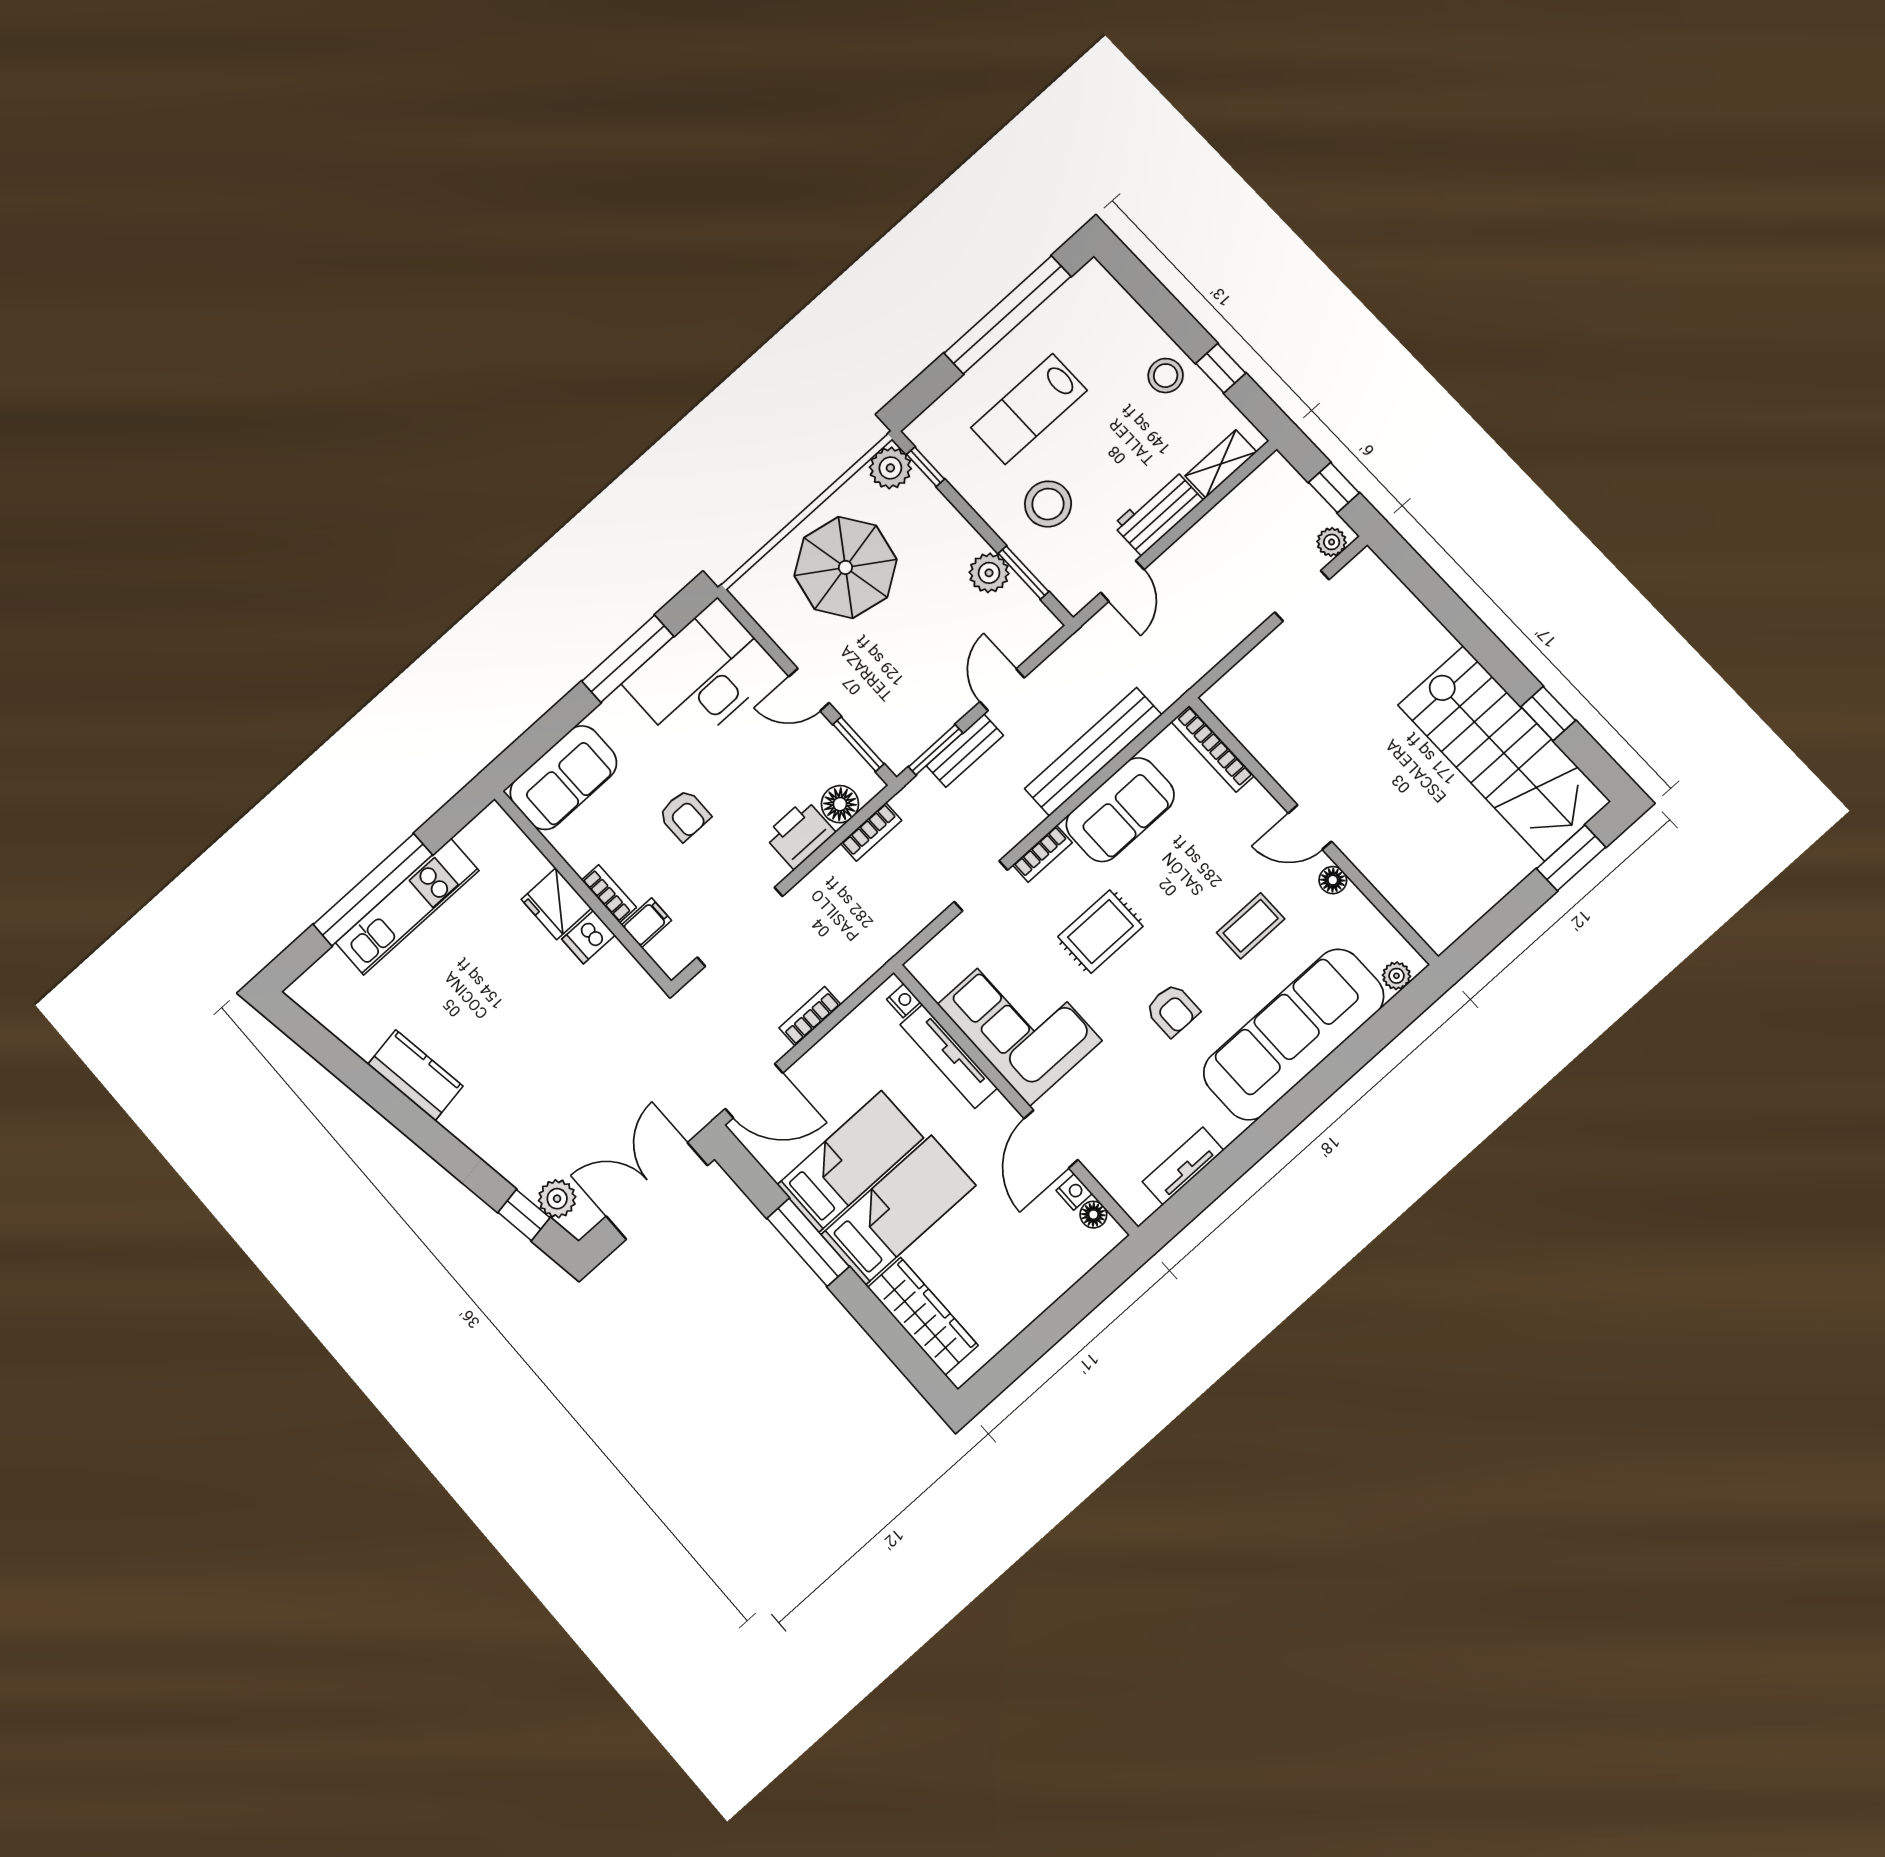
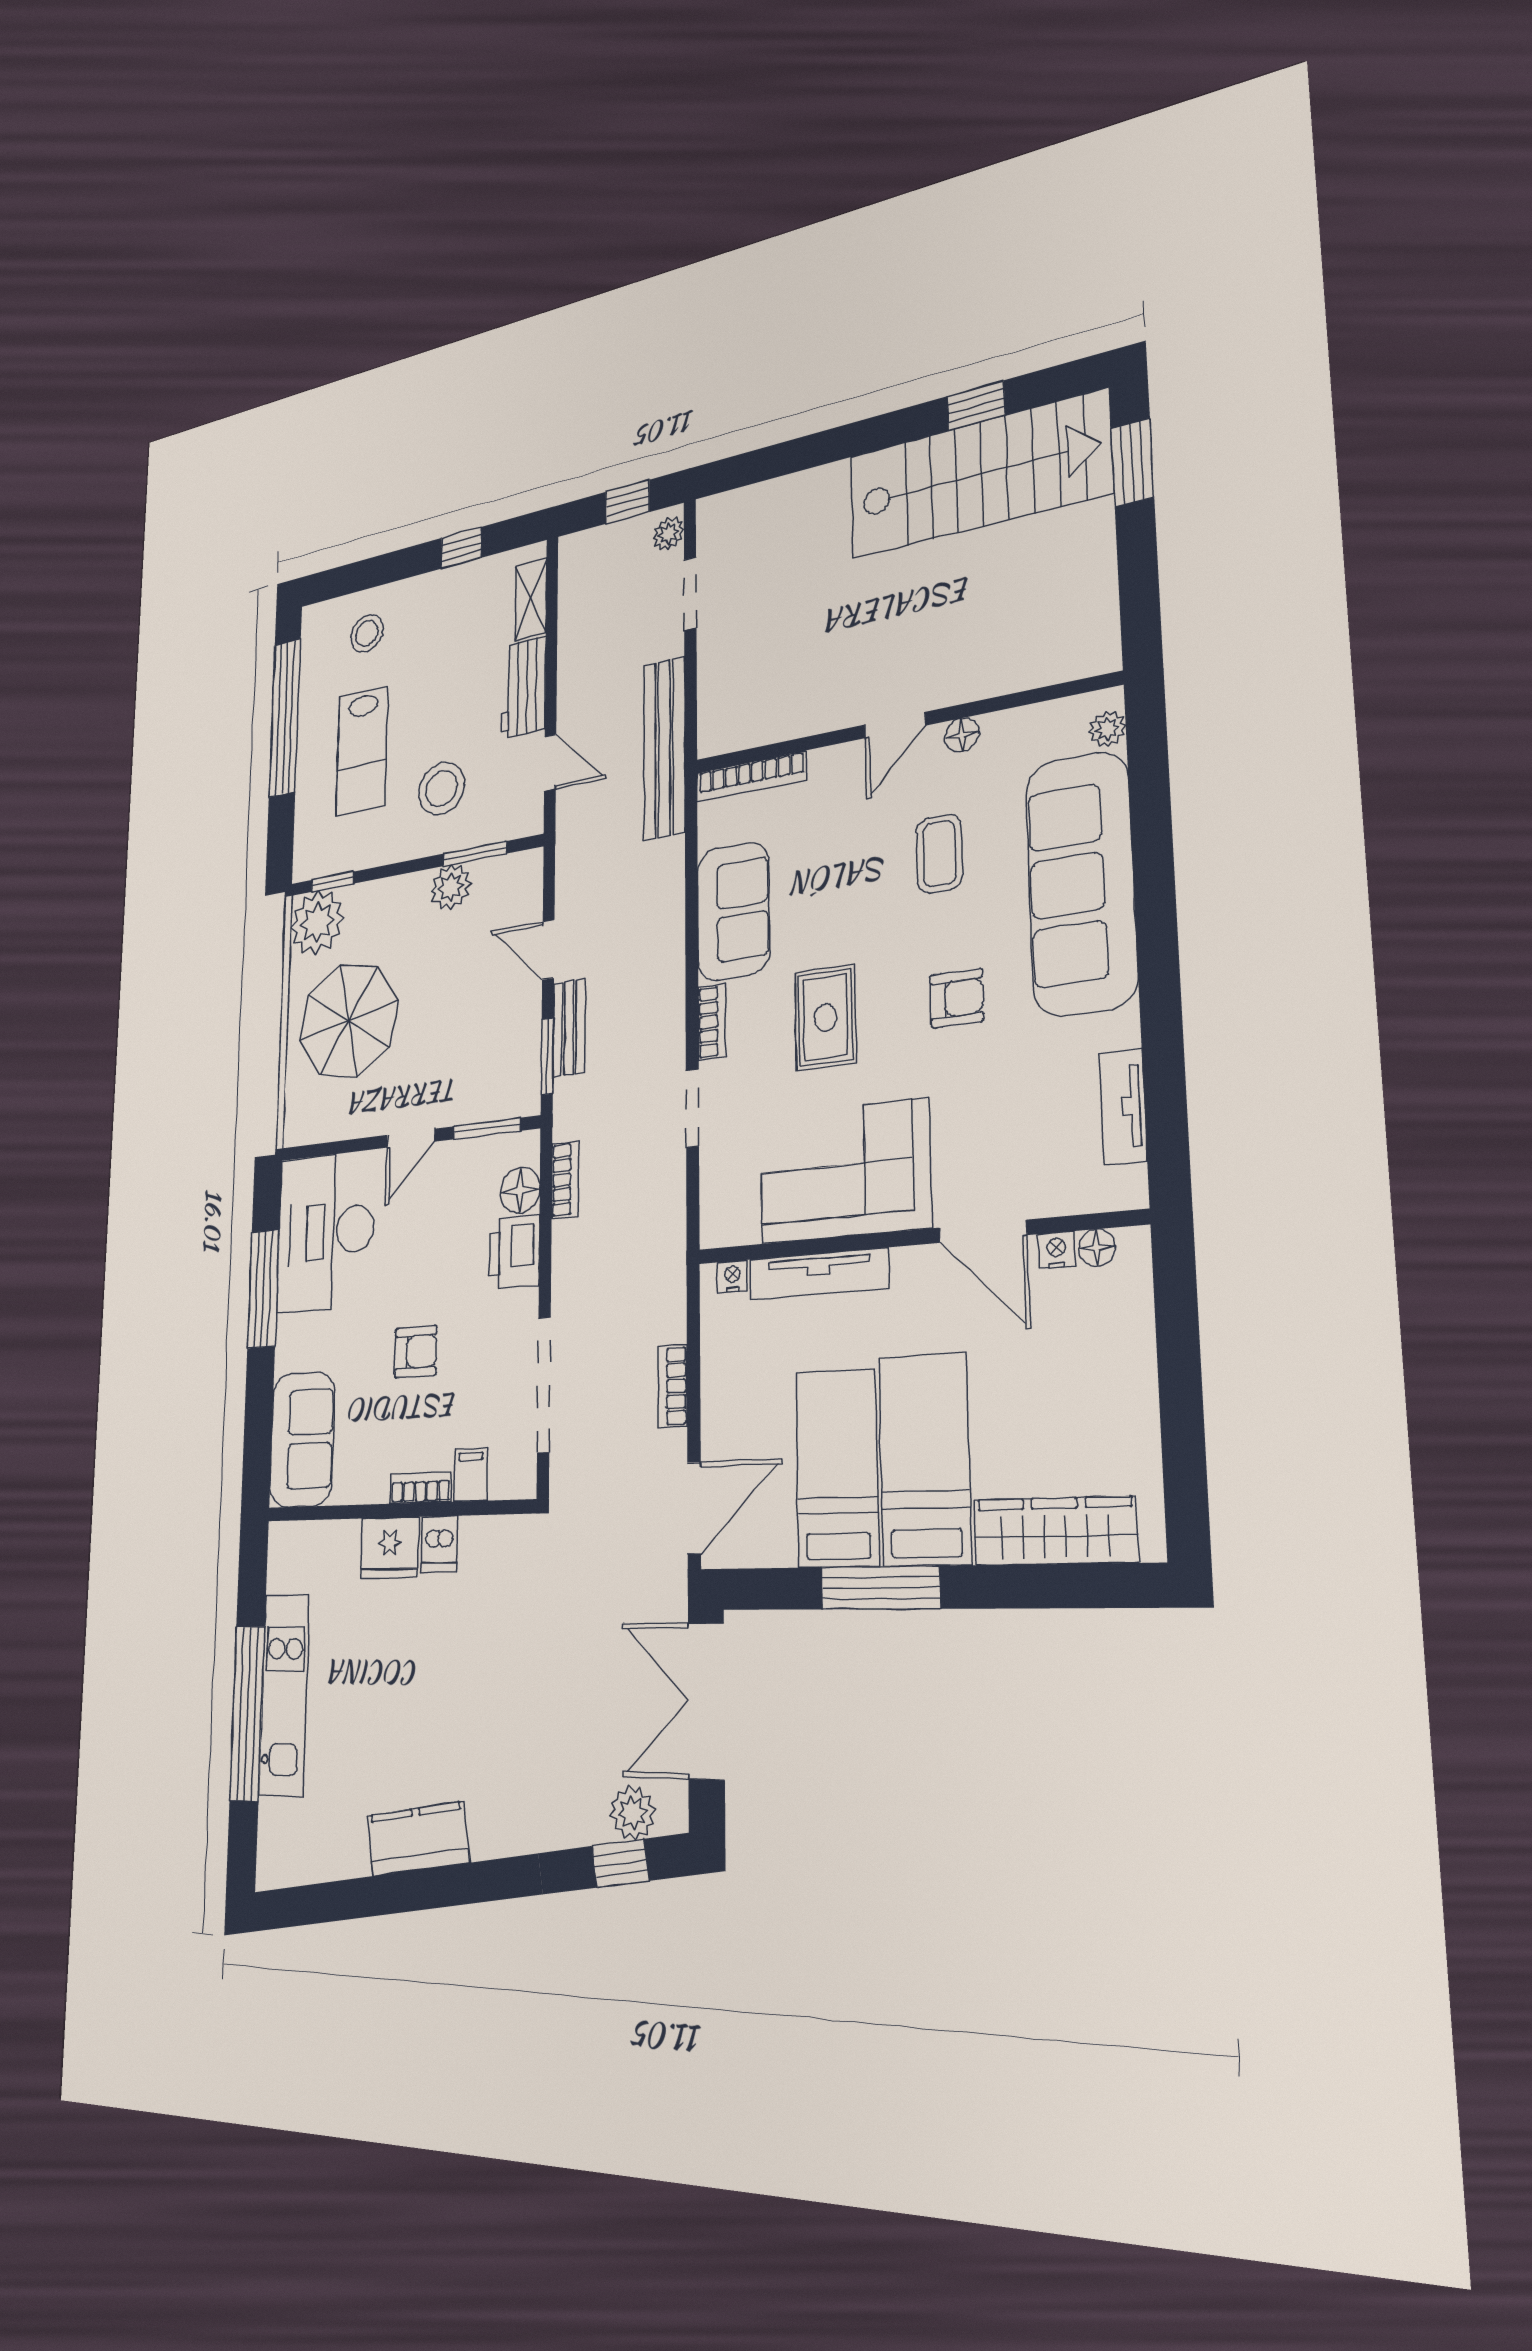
stool: (1166, 376) -> (367, 633), moved
plant: (890, 468) -> (317, 922), width x1.36, depth x1.36
bench: (1093, 752) -> (664, 748), moved

